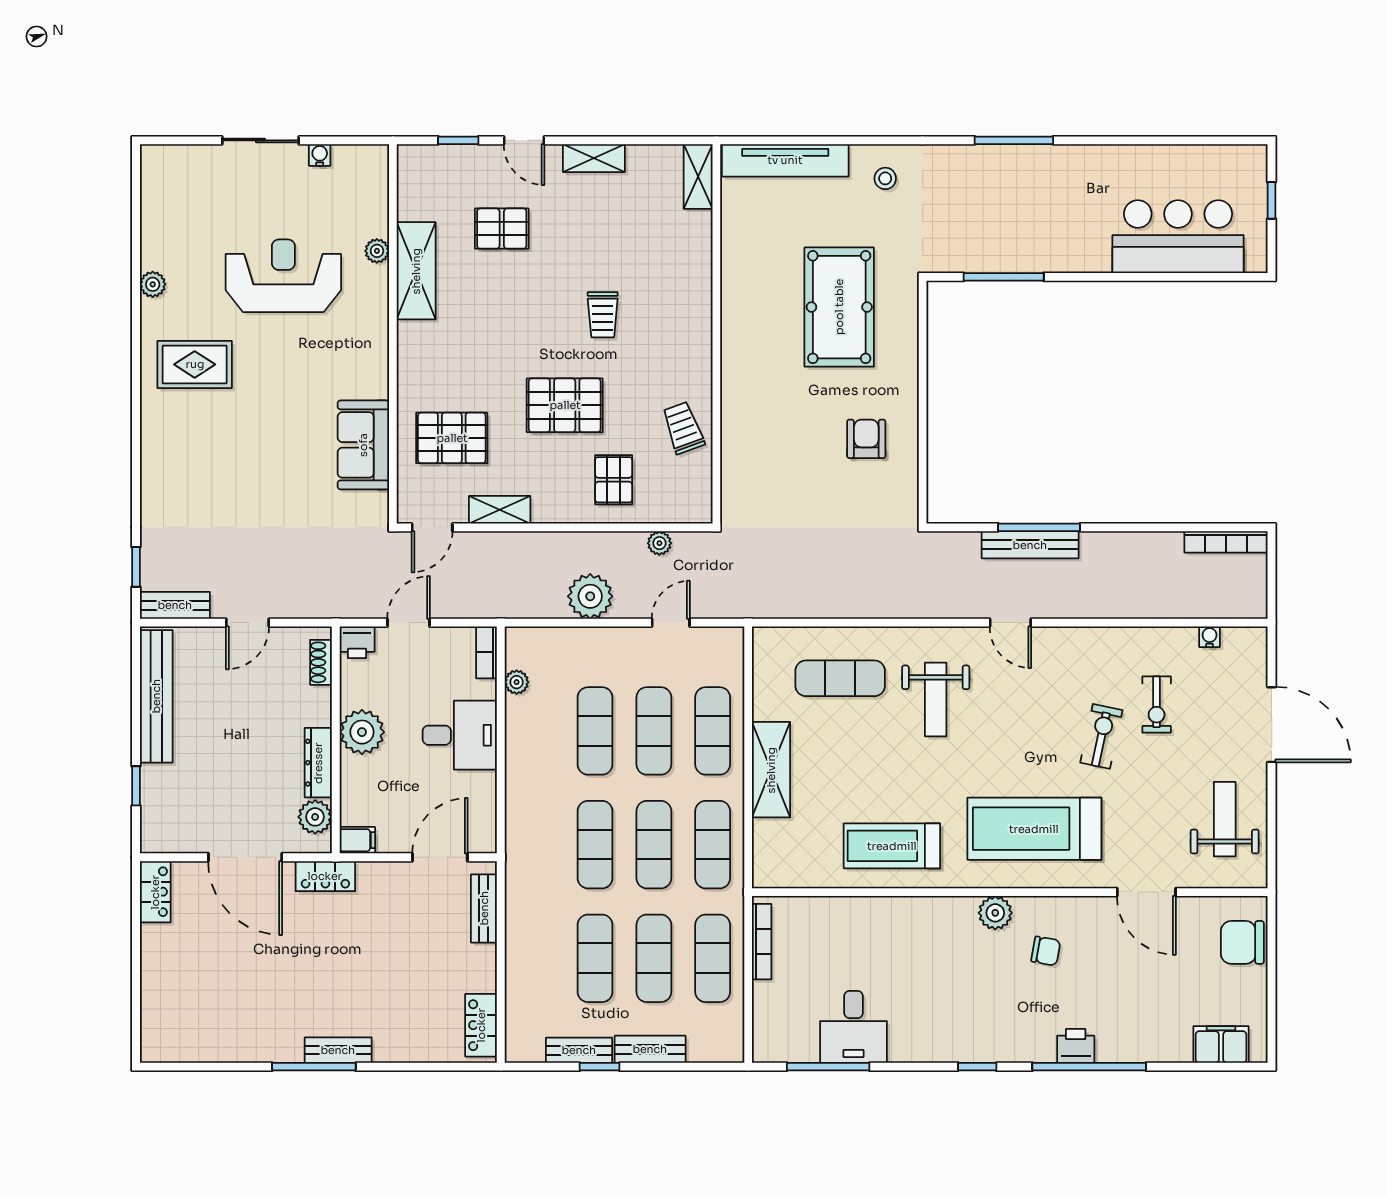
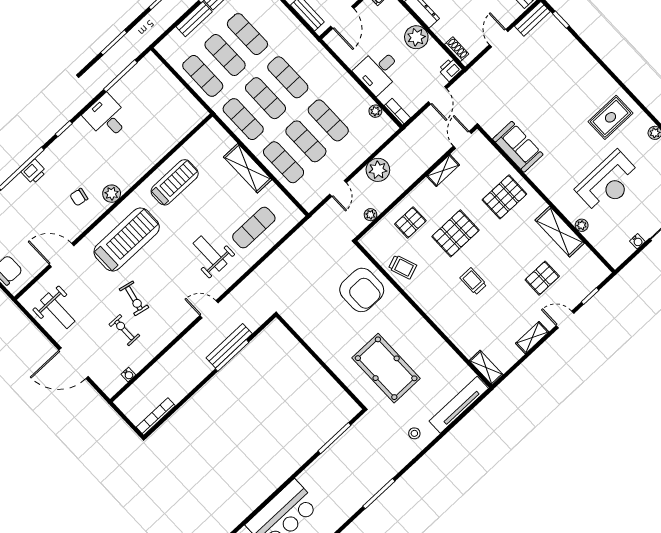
pallet: (452, 438) -> (504, 197), moved
armchair: (866, 439) -> (362, 290), moved, width x1.88, depth x1.88
pallet: (614, 480) -> (410, 222), turned 90
bookcase: (762, 942) -> (190, 100), removed
desk: (854, 1027) -> (107, 117), moved

